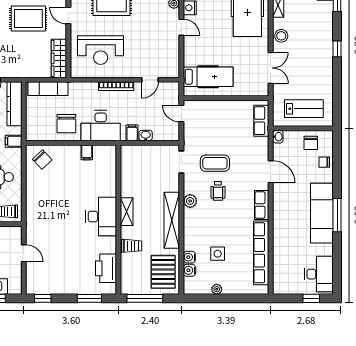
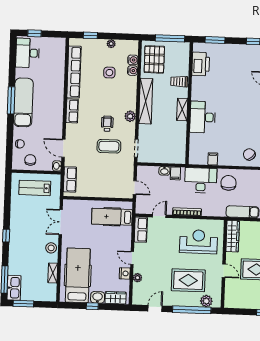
row of seats: (172, 62) -> (141, 230), added
door: (271, 172) -> (63, 148), moved
desk: (101, 217) -> (203, 117), moved
window: (243, 298) -> (90, 35), added

